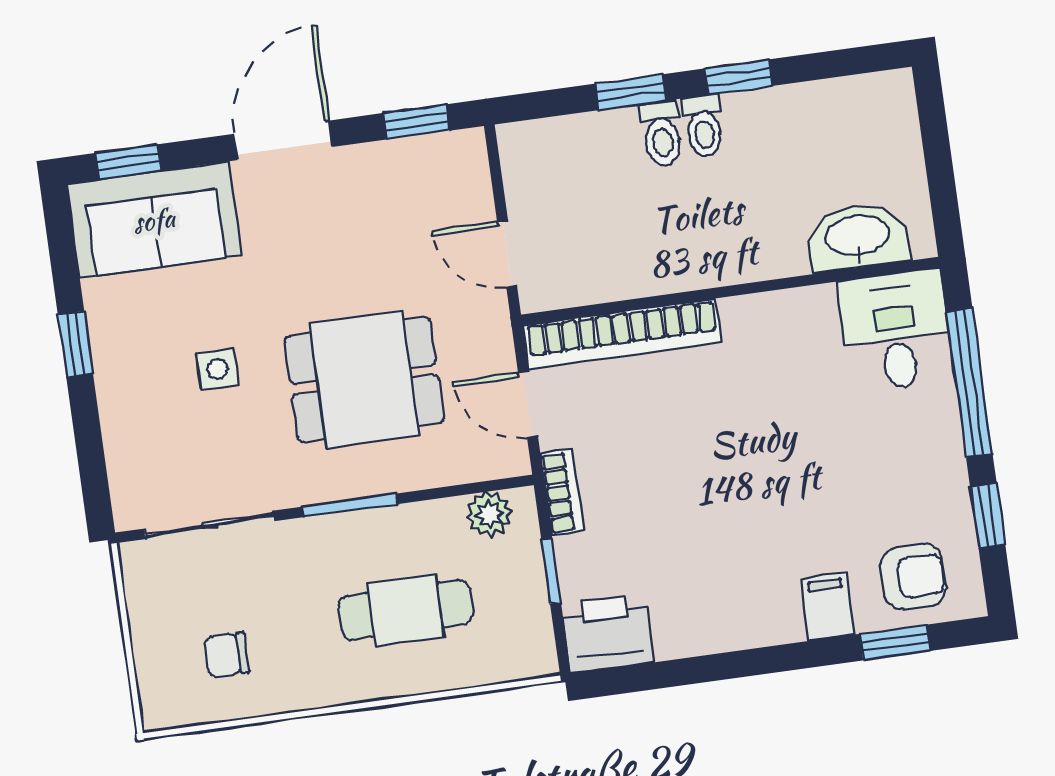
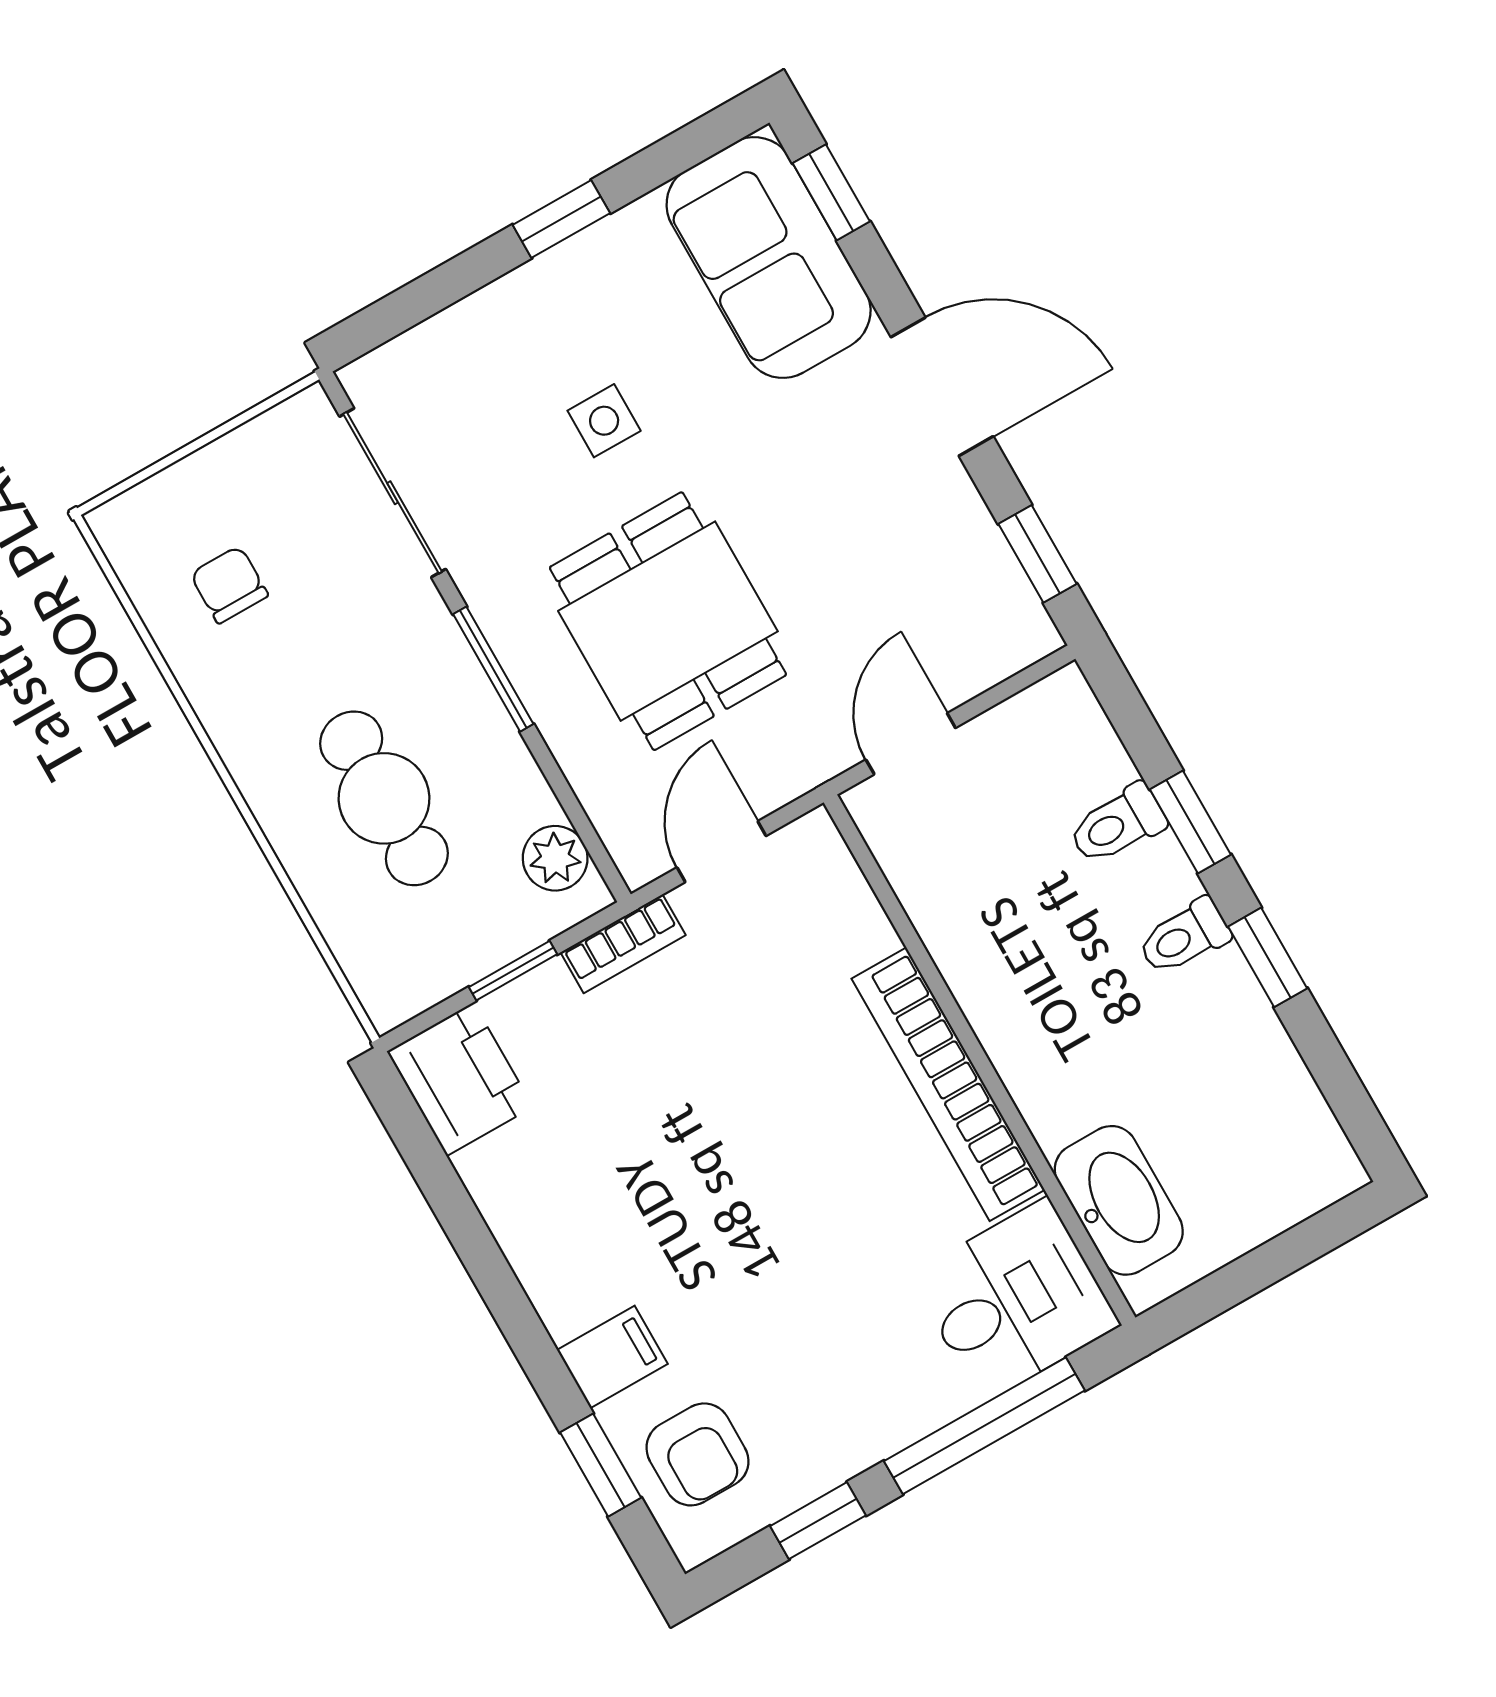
toilet: (662, 134) -> (1117, 824), moved
bookcase: (622, 334) -> (948, 1084), moved

